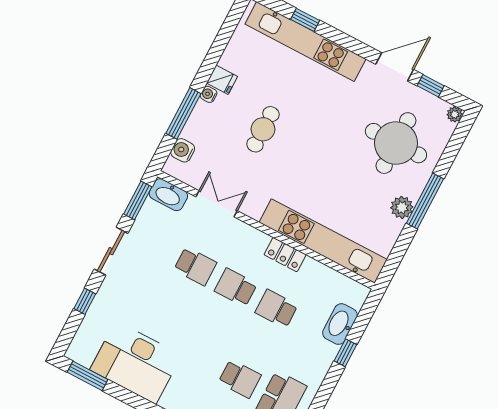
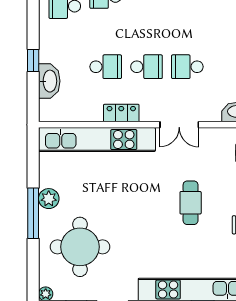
double door: (217, 204) -> (179, 125), moved

